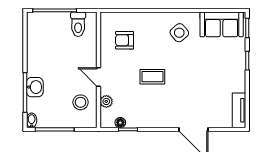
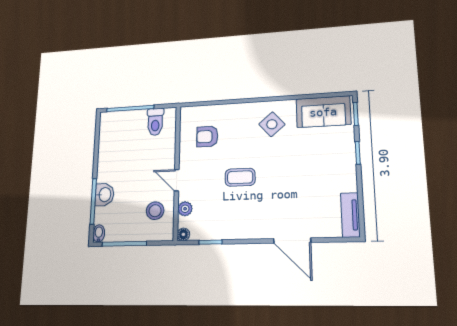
floor lamp: (120, 123) -> (183, 234), moved

